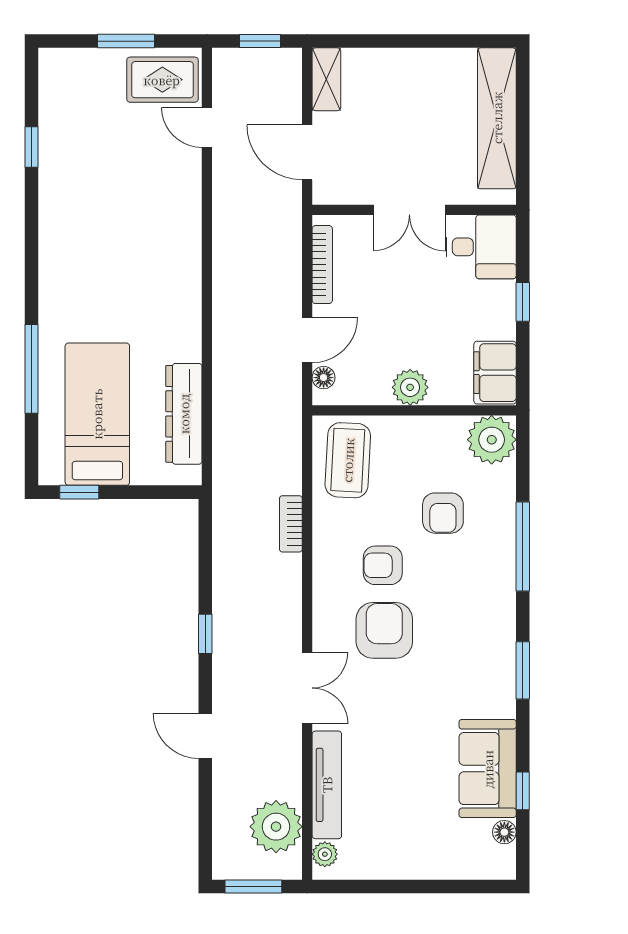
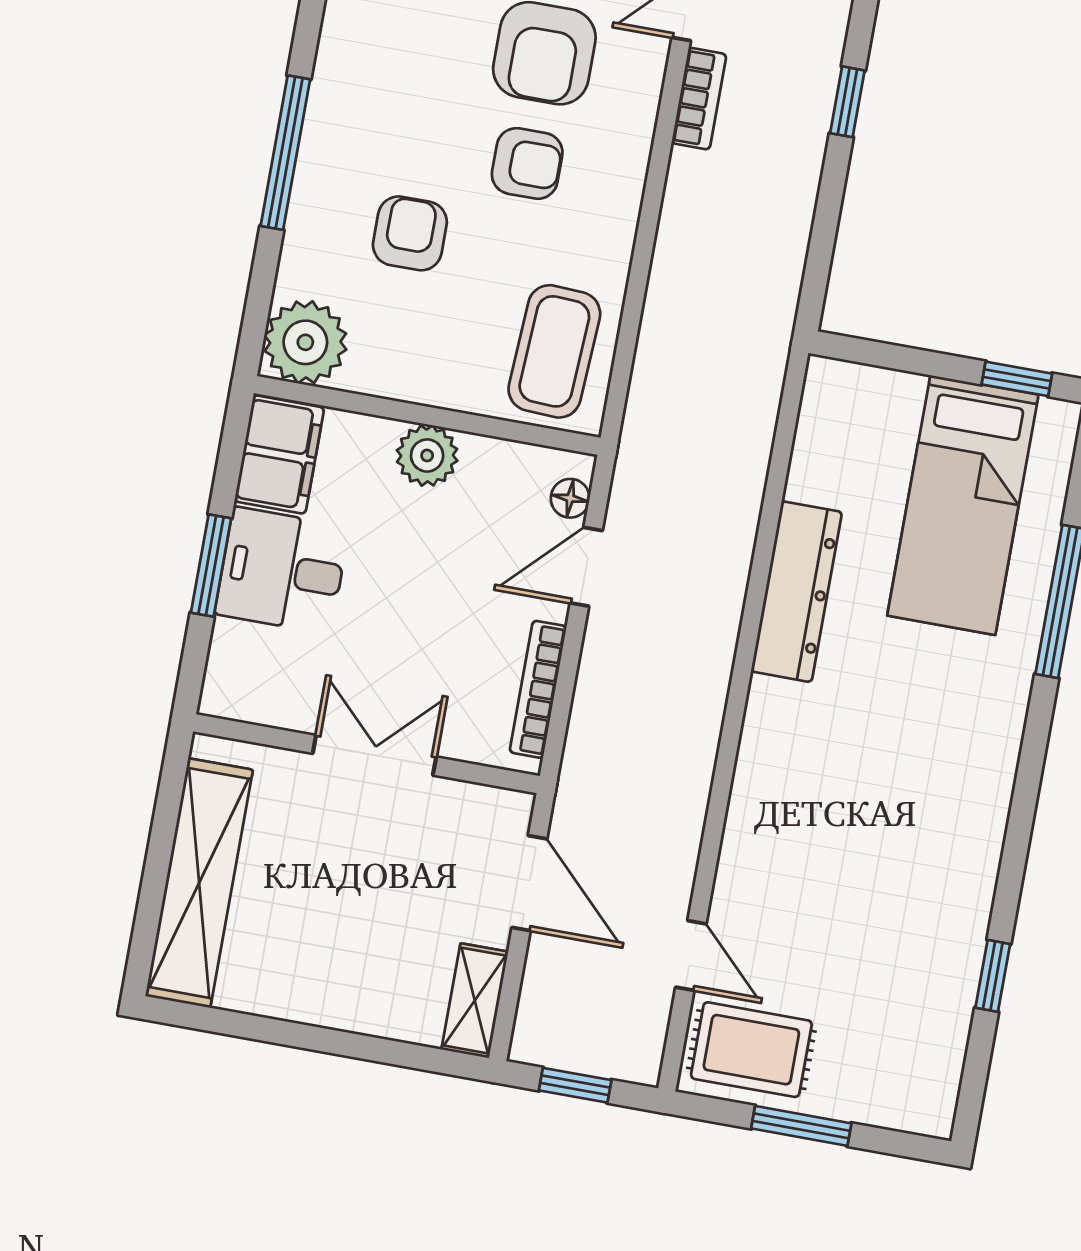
desk: (481, 247) -> (282, 570), moved
window: (523, 302) -> (211, 565), width x1.50
dresser: (184, 414) -> (796, 592), moved
bookcase: (291, 524) -> (699, 99), moved

